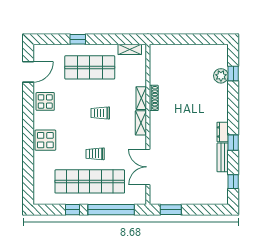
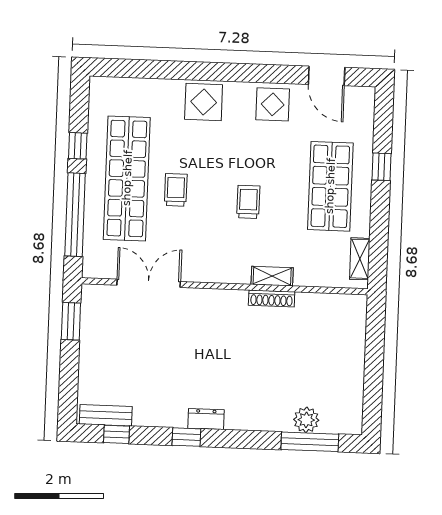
window: (233, 73) -> (310, 442), width x2.17
shelving: (141, 123) -> (228, 274), removed
bench: (223, 157) -> (106, 415), moved

